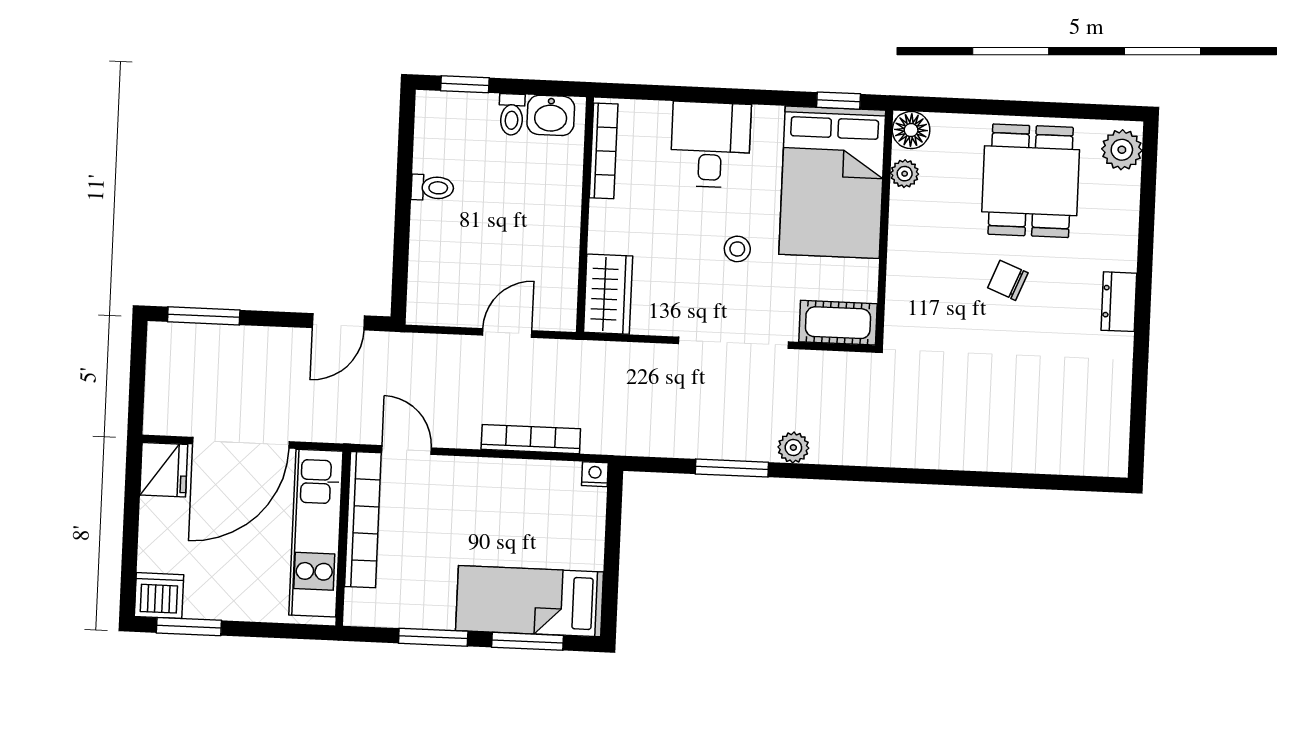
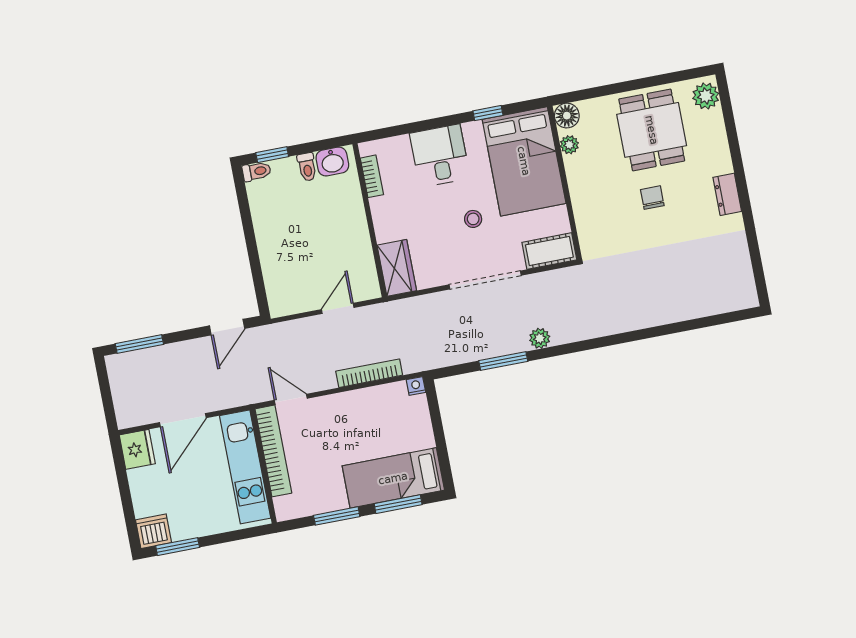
window: (838, 101) -> (488, 113), moved
bookcase: (604, 151) -> (372, 176), width x0.64
toilet: (432, 188) -> (257, 171), moved
chair: (1008, 280) -> (652, 198), turned 68
door: (241, 443) -> (183, 420), width x0.73

